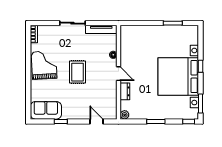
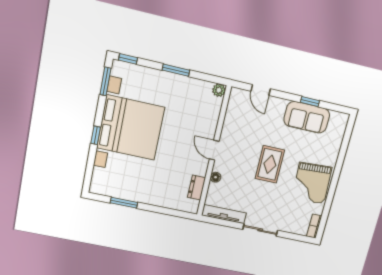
dresser: (125, 91) -> (197, 188), moved
sofa: (46, 110) -> (307, 117), moved

